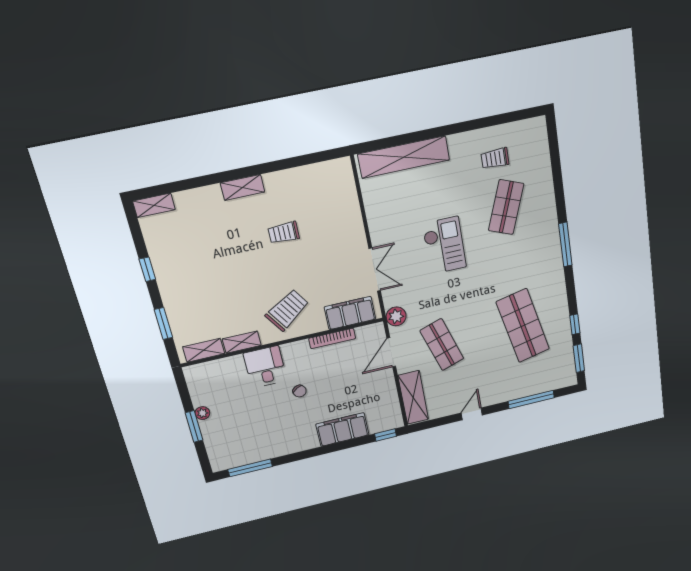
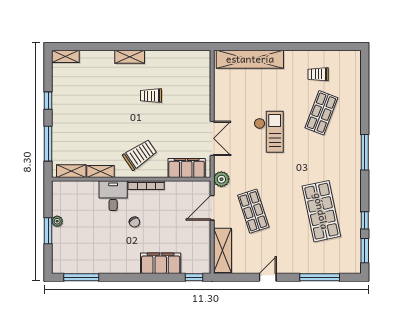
window: (163, 324) -> (48, 144), width x1.44
bookcase: (332, 338) -> (146, 185), moved

